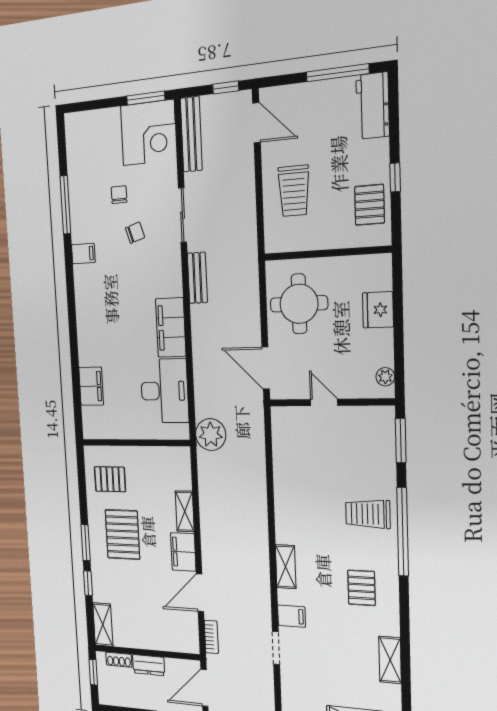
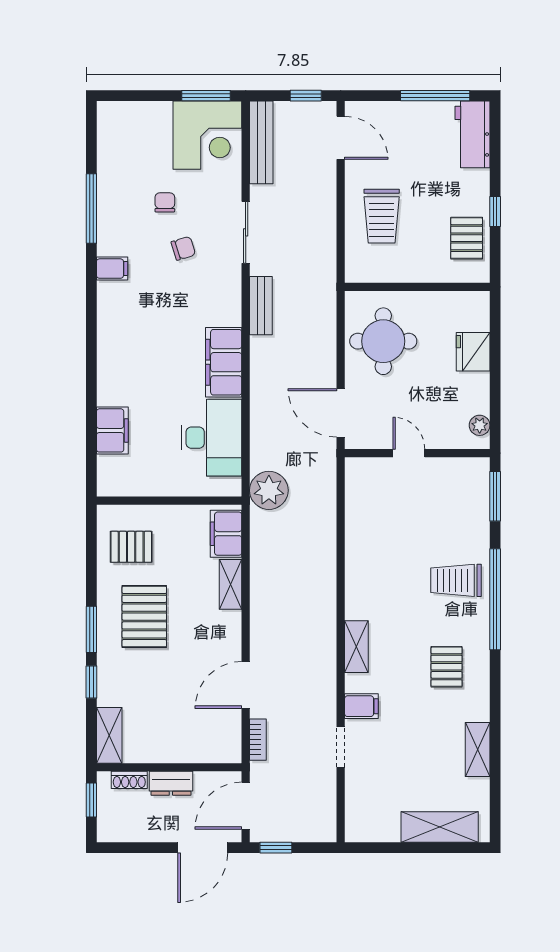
filing cabinet: (183, 552) -> (226, 534), moved

